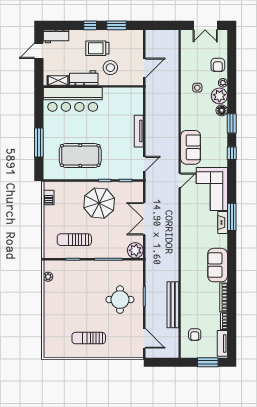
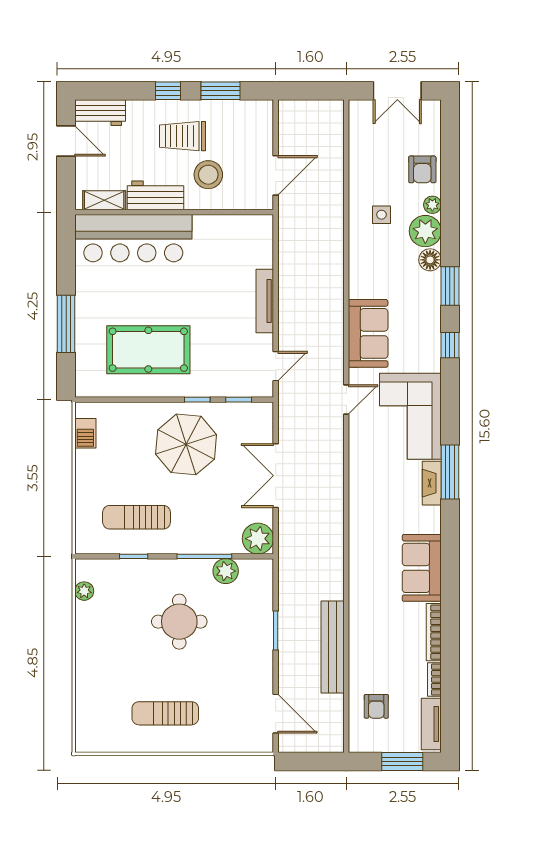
door: (39, 51) -> (66, 141), swing flipped
plant: (119, 267) -> (226, 571), added
round table: (120, 300) -> (179, 622), moved

